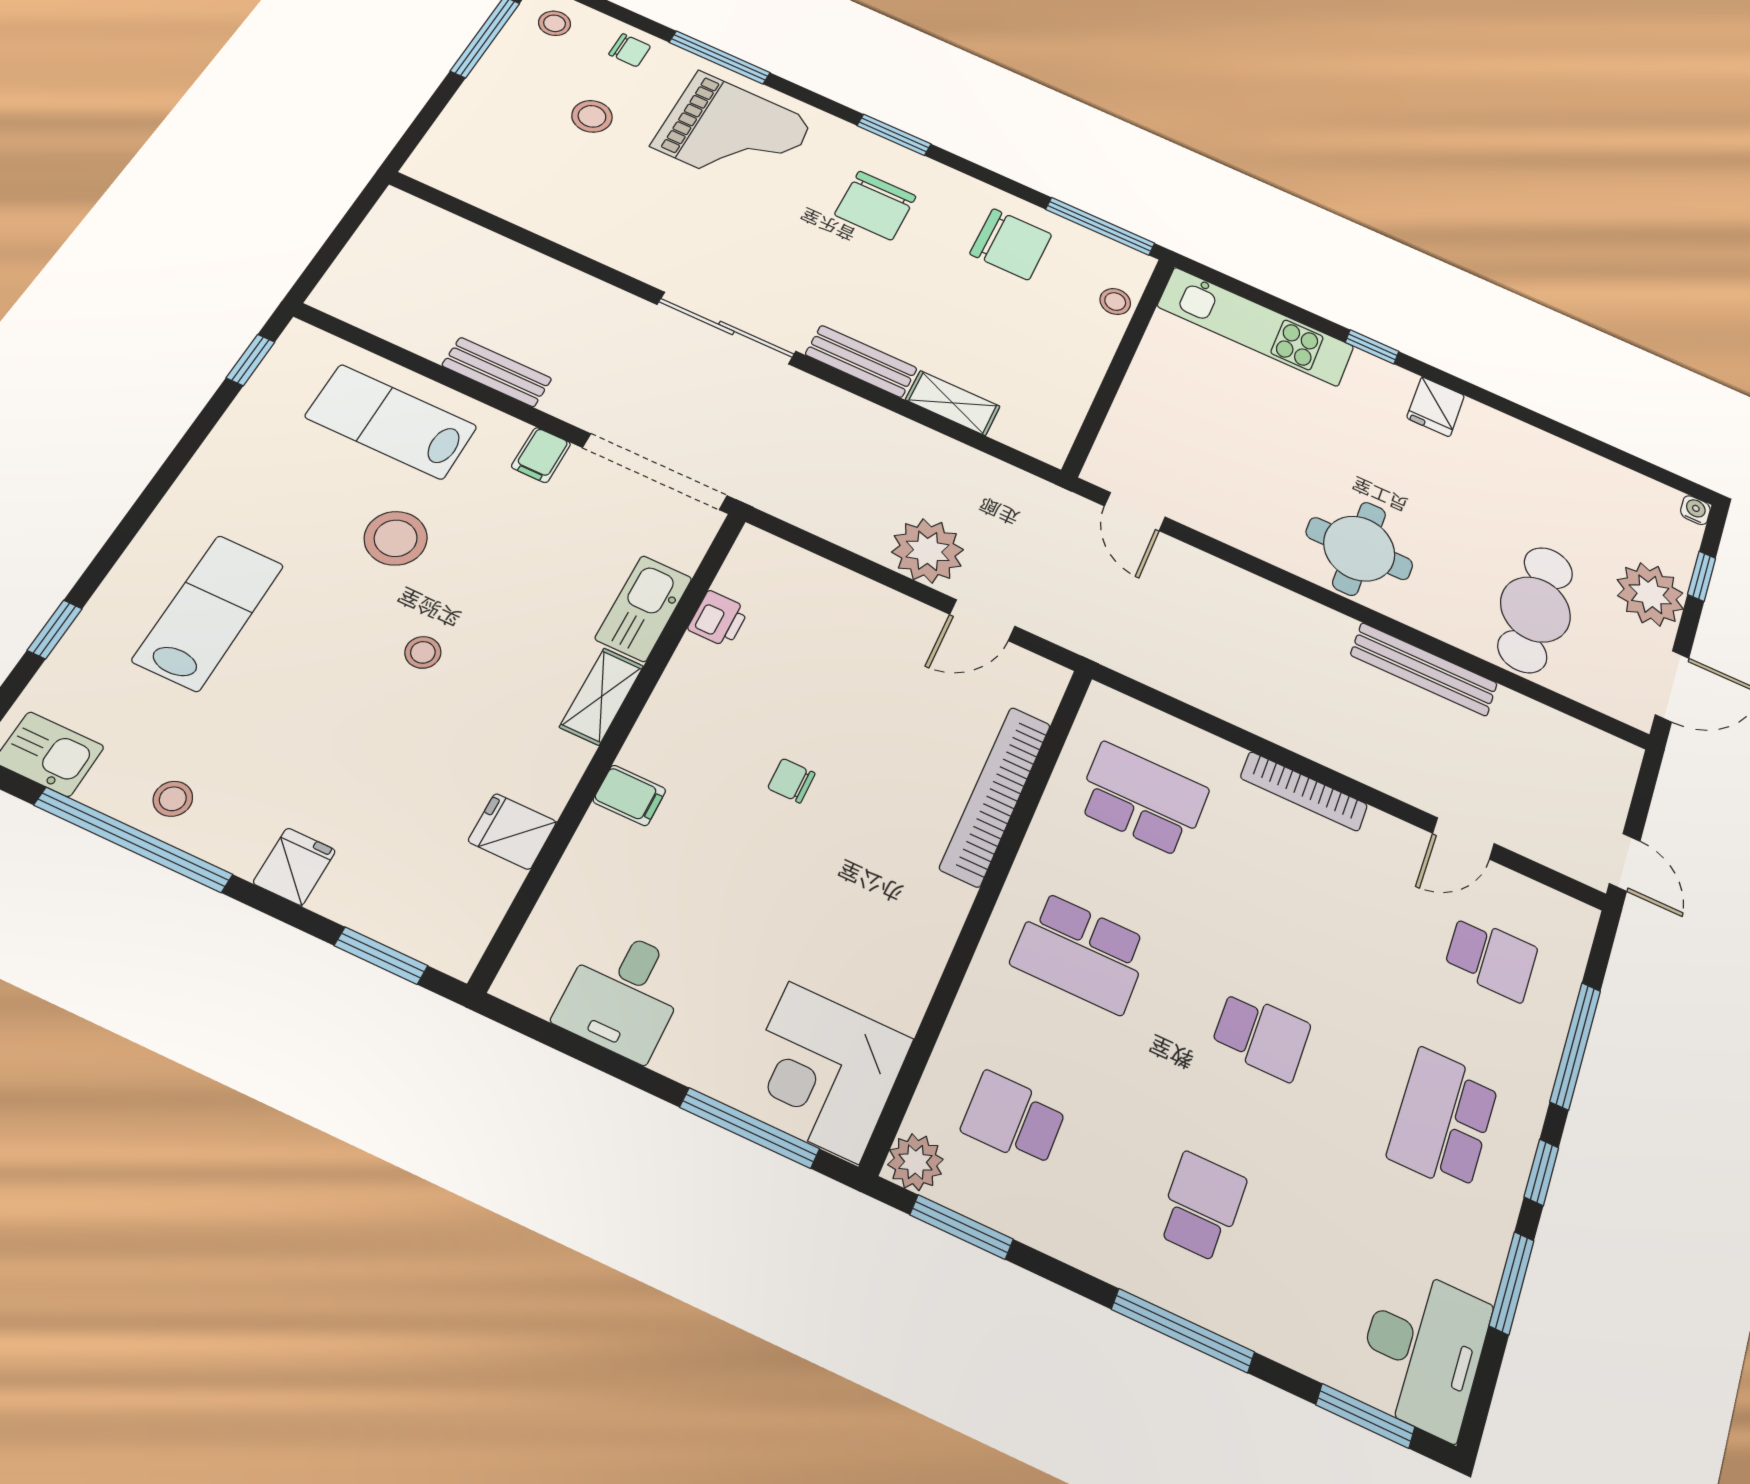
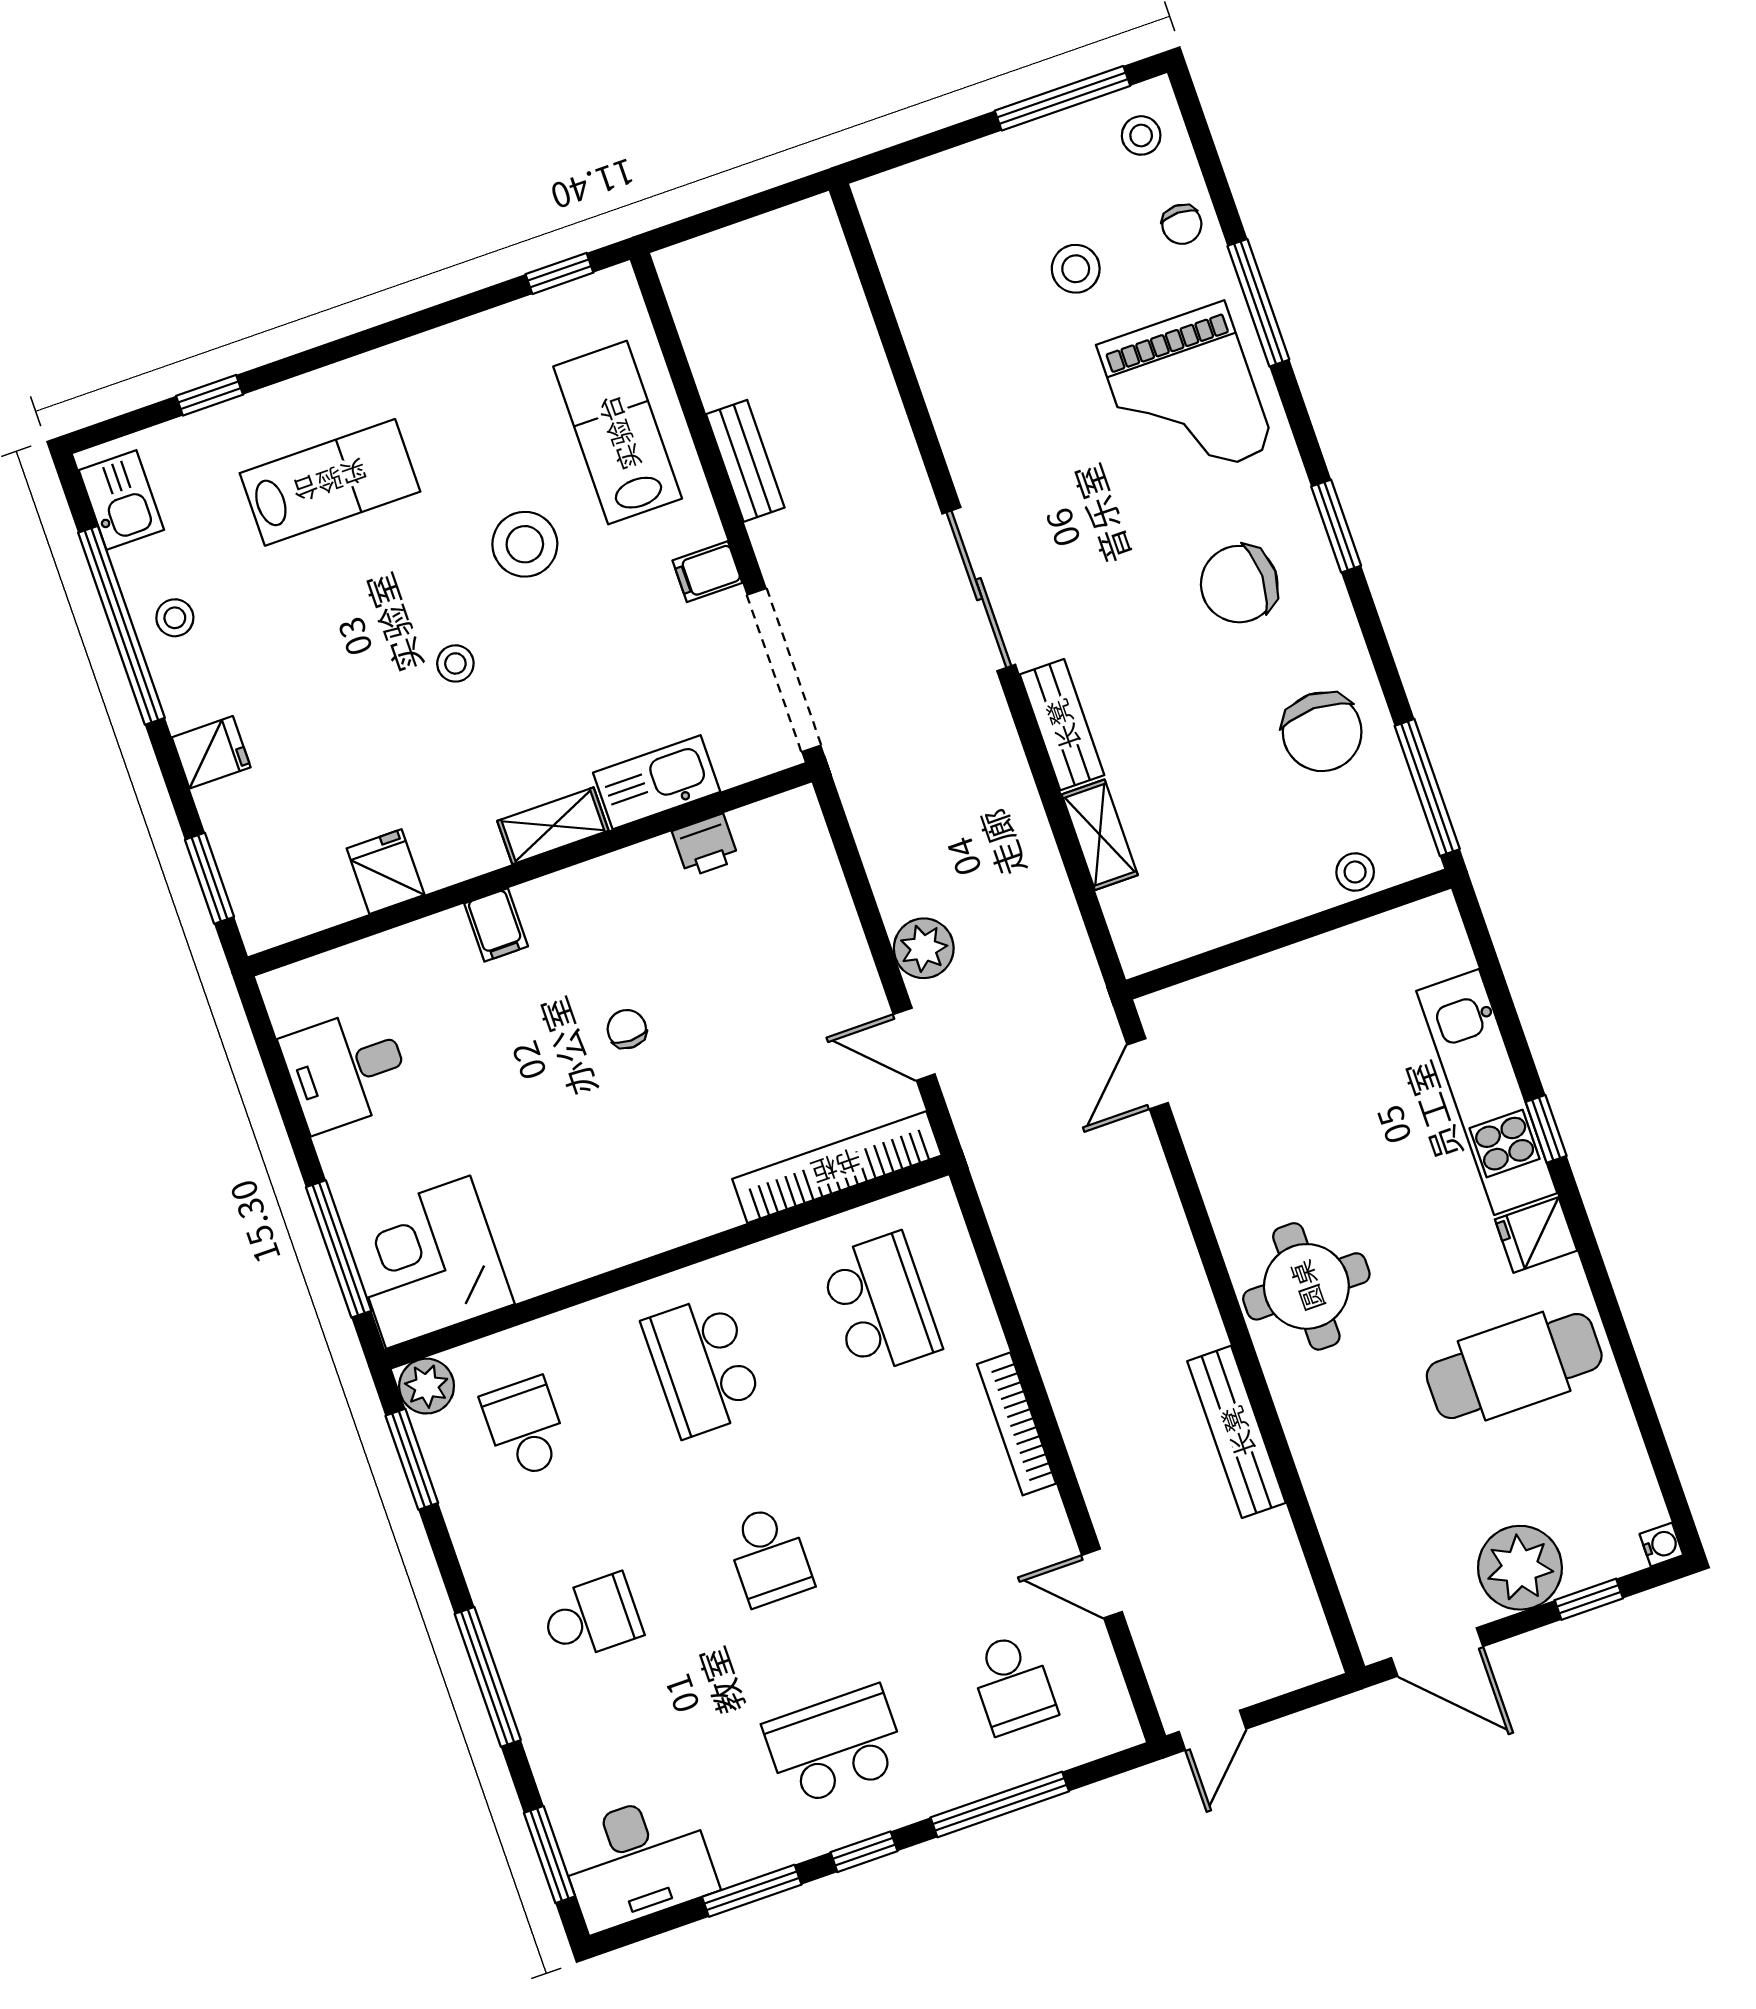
kitchen unit: (1256, 326) -> (1487, 1092), moved
plant: (928, 551) -> (924, 948), width x0.73, depth x0.73
cafe table: (1535, 609) -> (1514, 1366), moved
bookcase: (996, 796) -> (837, 1167), moved

